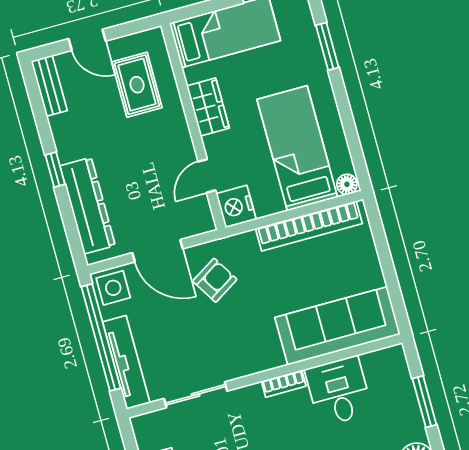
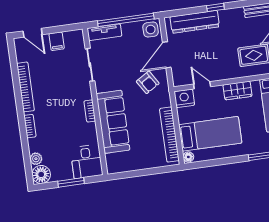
sofa: (338, 326) -> (113, 122), moved
tv unit: (126, 362) -> (104, 32), width x0.71
desk: (339, 391) -> (87, 162), moved, turned 90

